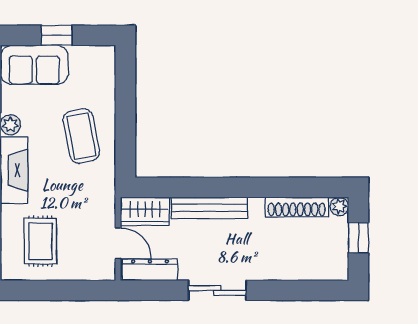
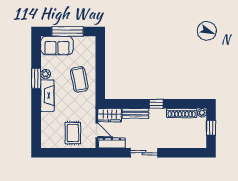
window: (57, 35) -> (68, 31), width x2.17
window: (243, 187) -> (156, 104), added
bench: (209, 208) -> (135, 113), width x0.73
rug: (40, 241) -> (73, 133), moved

